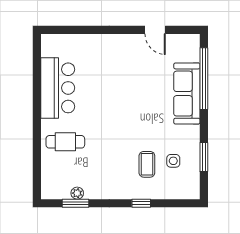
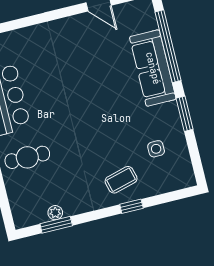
window: (204, 157) -> (185, 114), moved
coffee table: (147, 164) -> (121, 180), moved, turned 75

